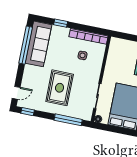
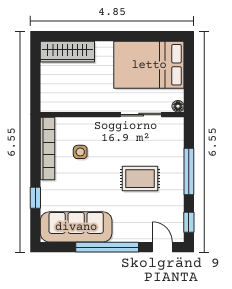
window: (26, 45) -> (107, 247), moved
rug: (60, 88) -> (140, 179), width x0.73, depth x0.70
window: (68, 120) -> (189, 171), moved

